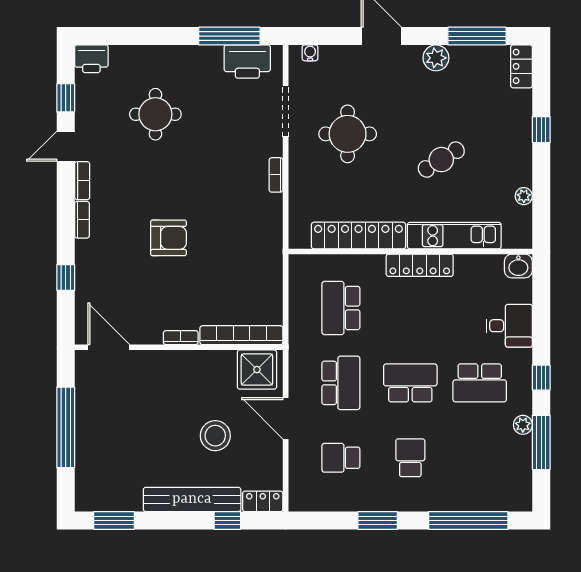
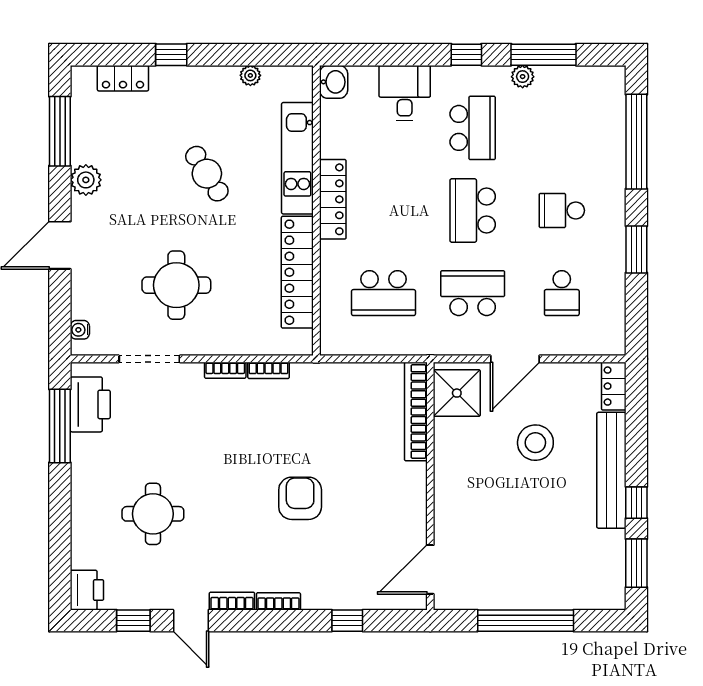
locker: (521, 66) -> (123, 78), moved
bookcase: (181, 338) -> (269, 370), moved, turned -90
window: (227, 520) -> (636, 503), moved

